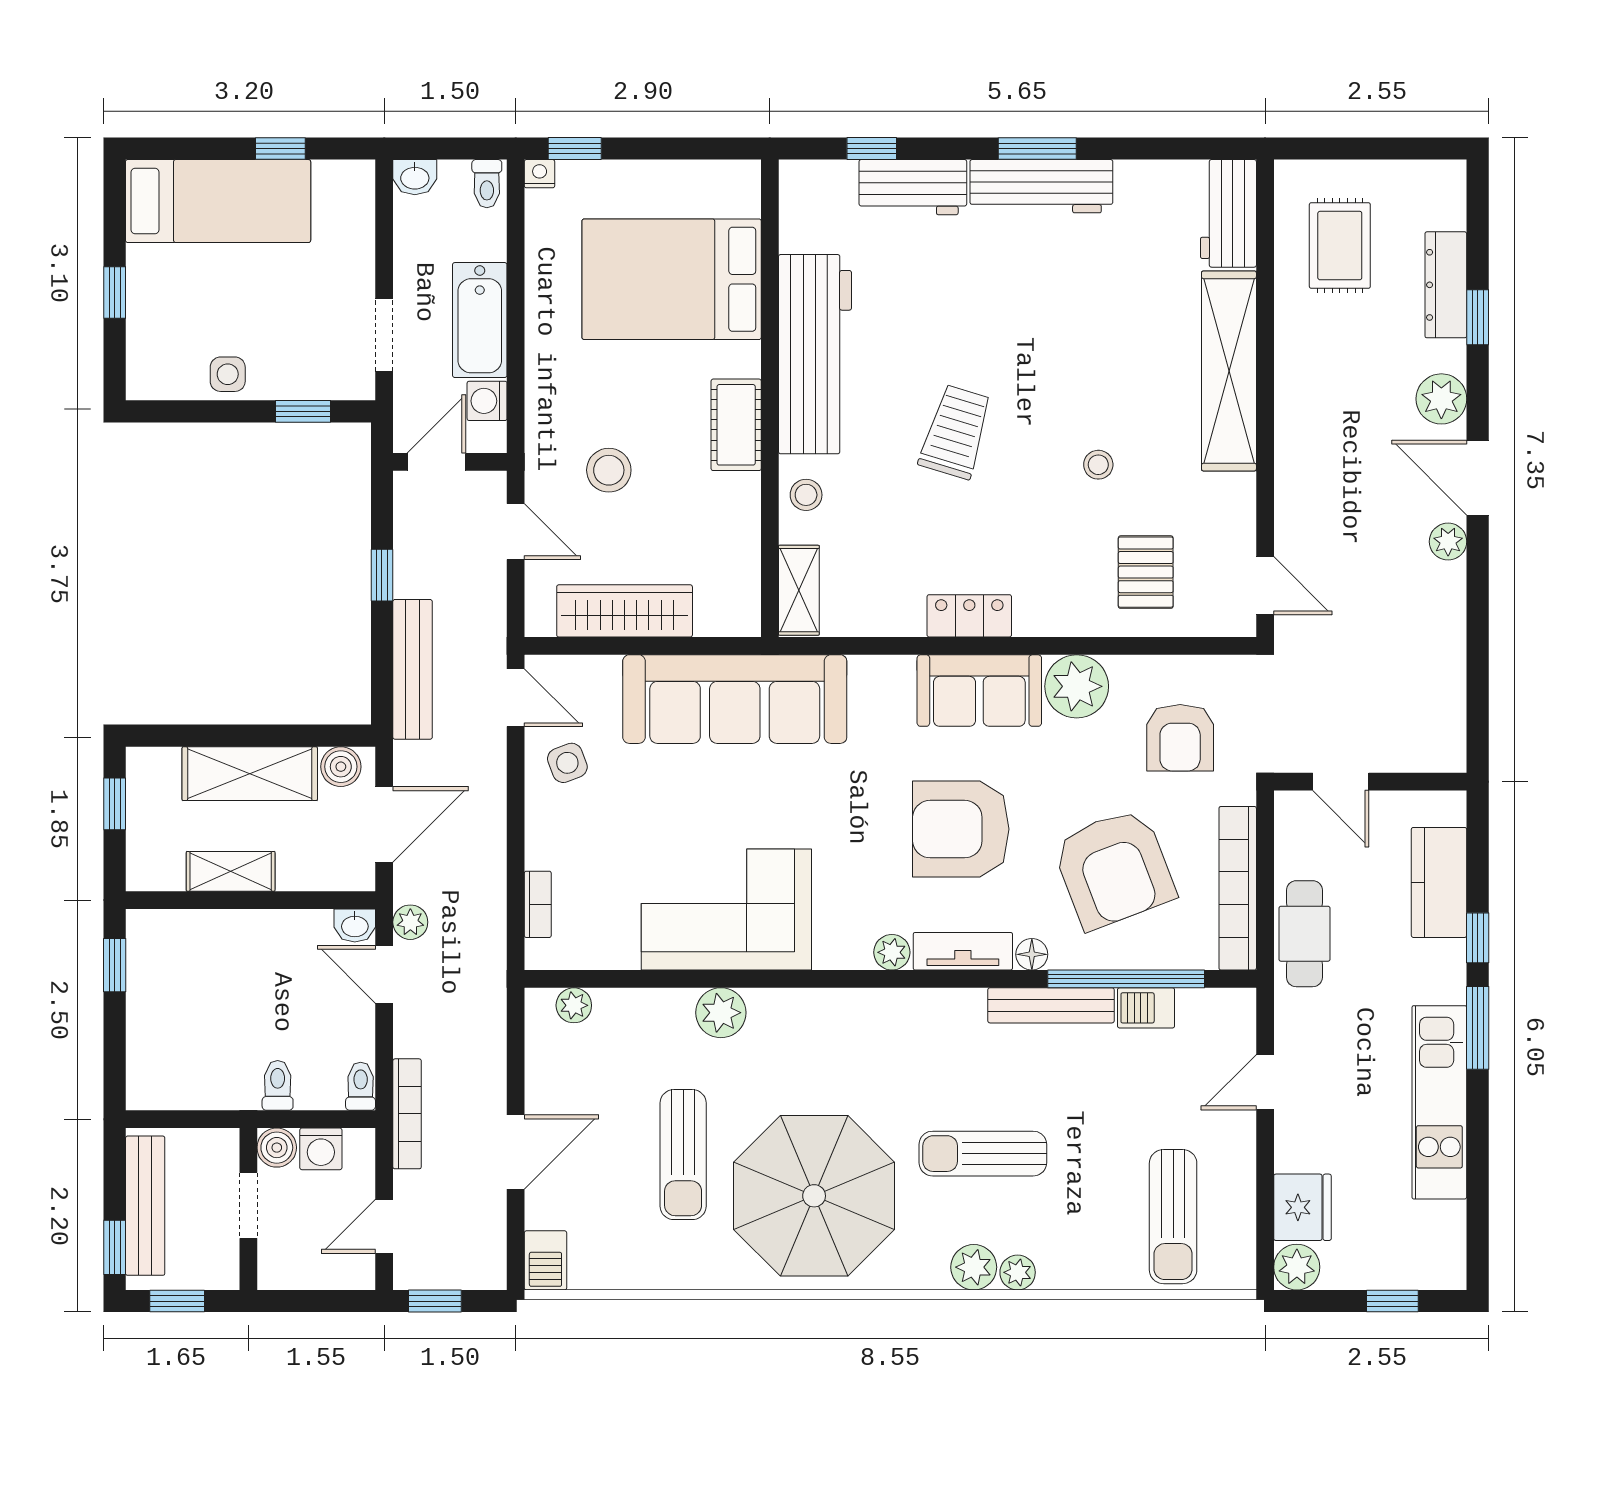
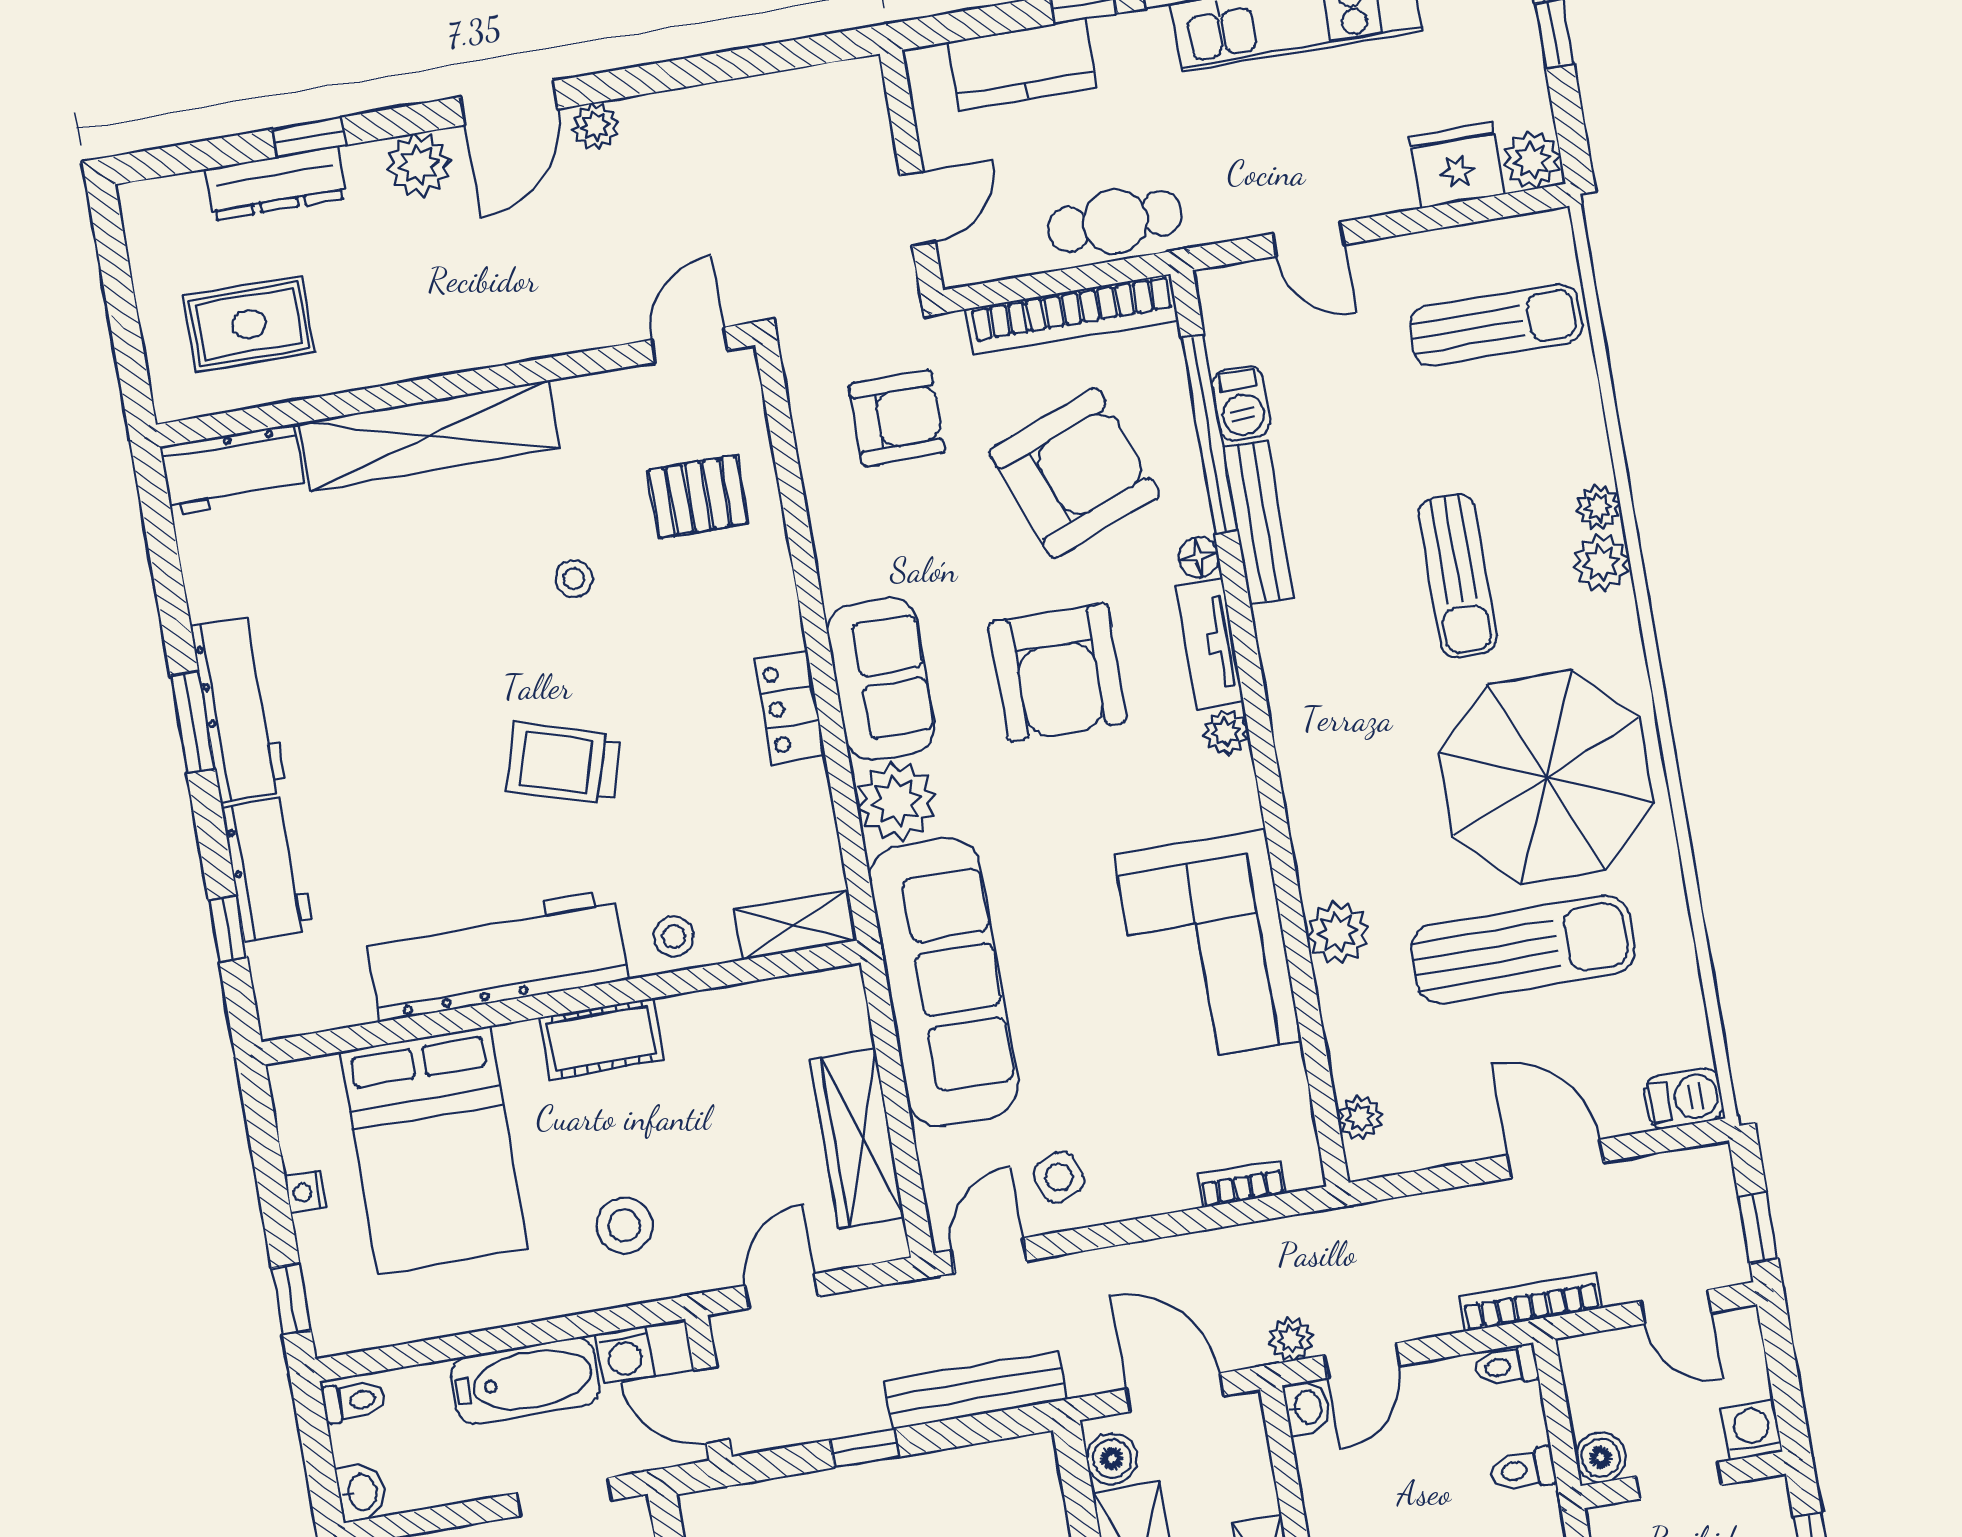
nightstand: (540, 174) -> (305, 1192), moved
stool: (609, 470) -> (624, 1225), moved
plant: (1077, 686) -> (896, 801), moved
washing machine: (321, 1149) -> (1752, 1430), moved, turned -90
sun lounger: (683, 1155) -> (1523, 949), width x1.36, depth x1.34

